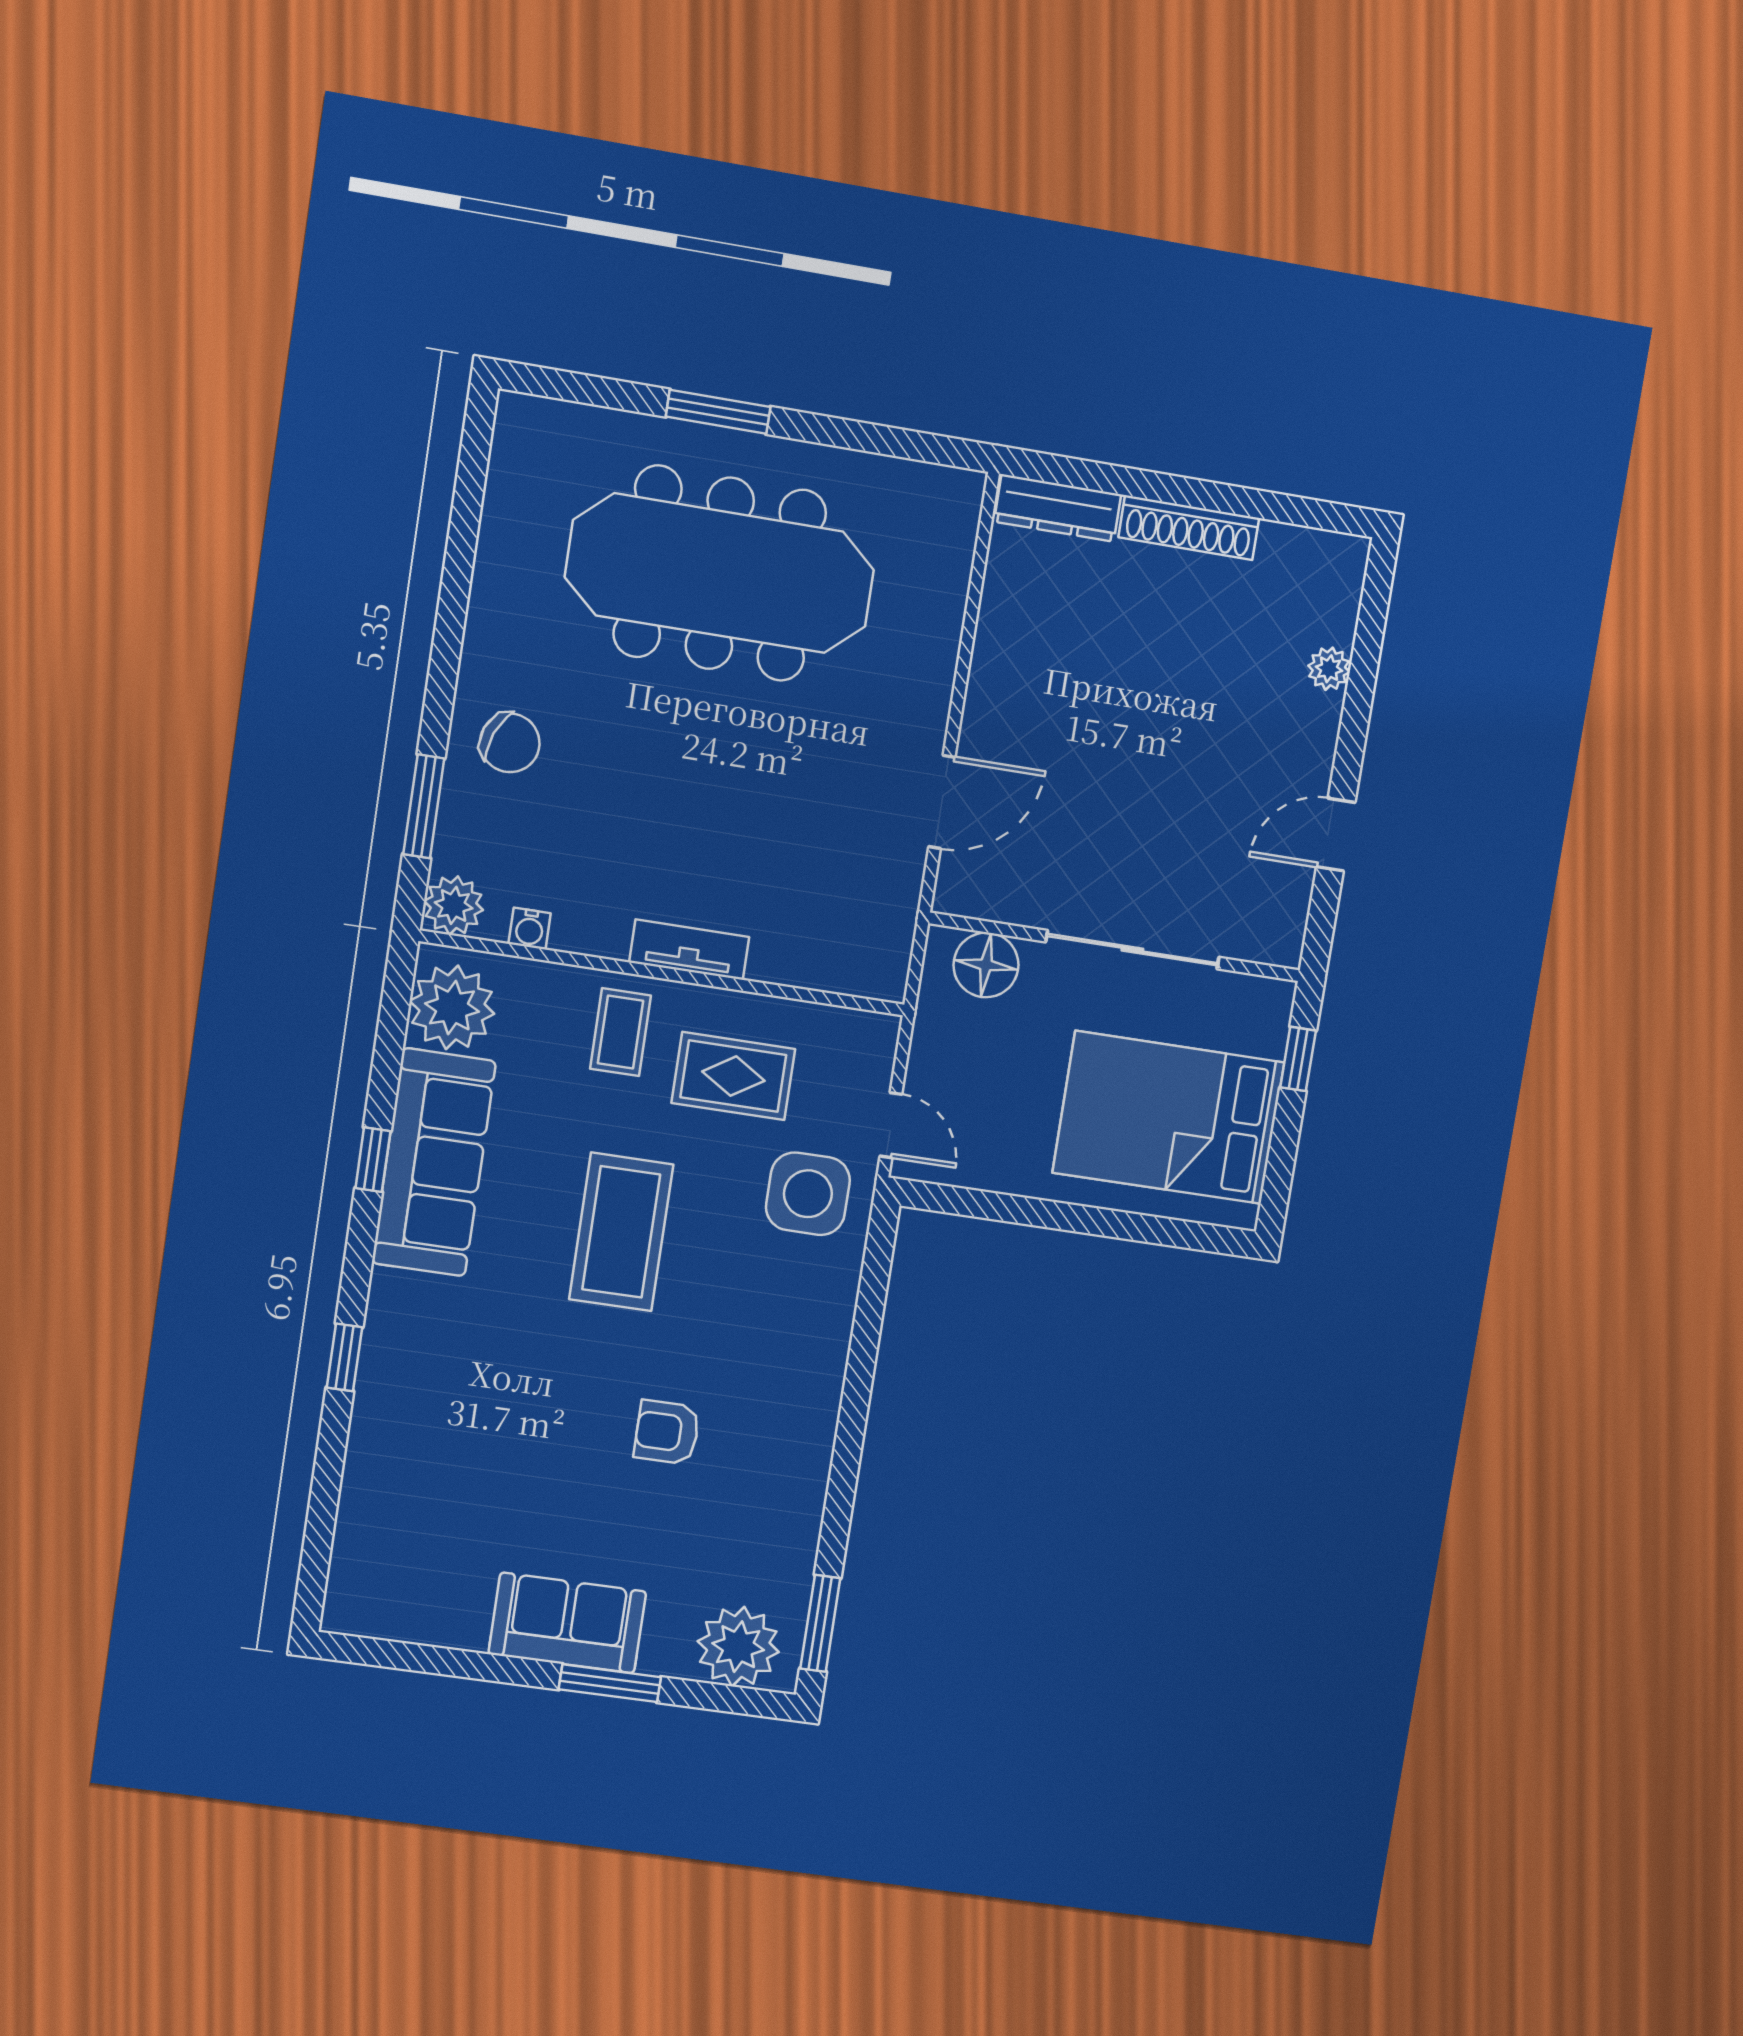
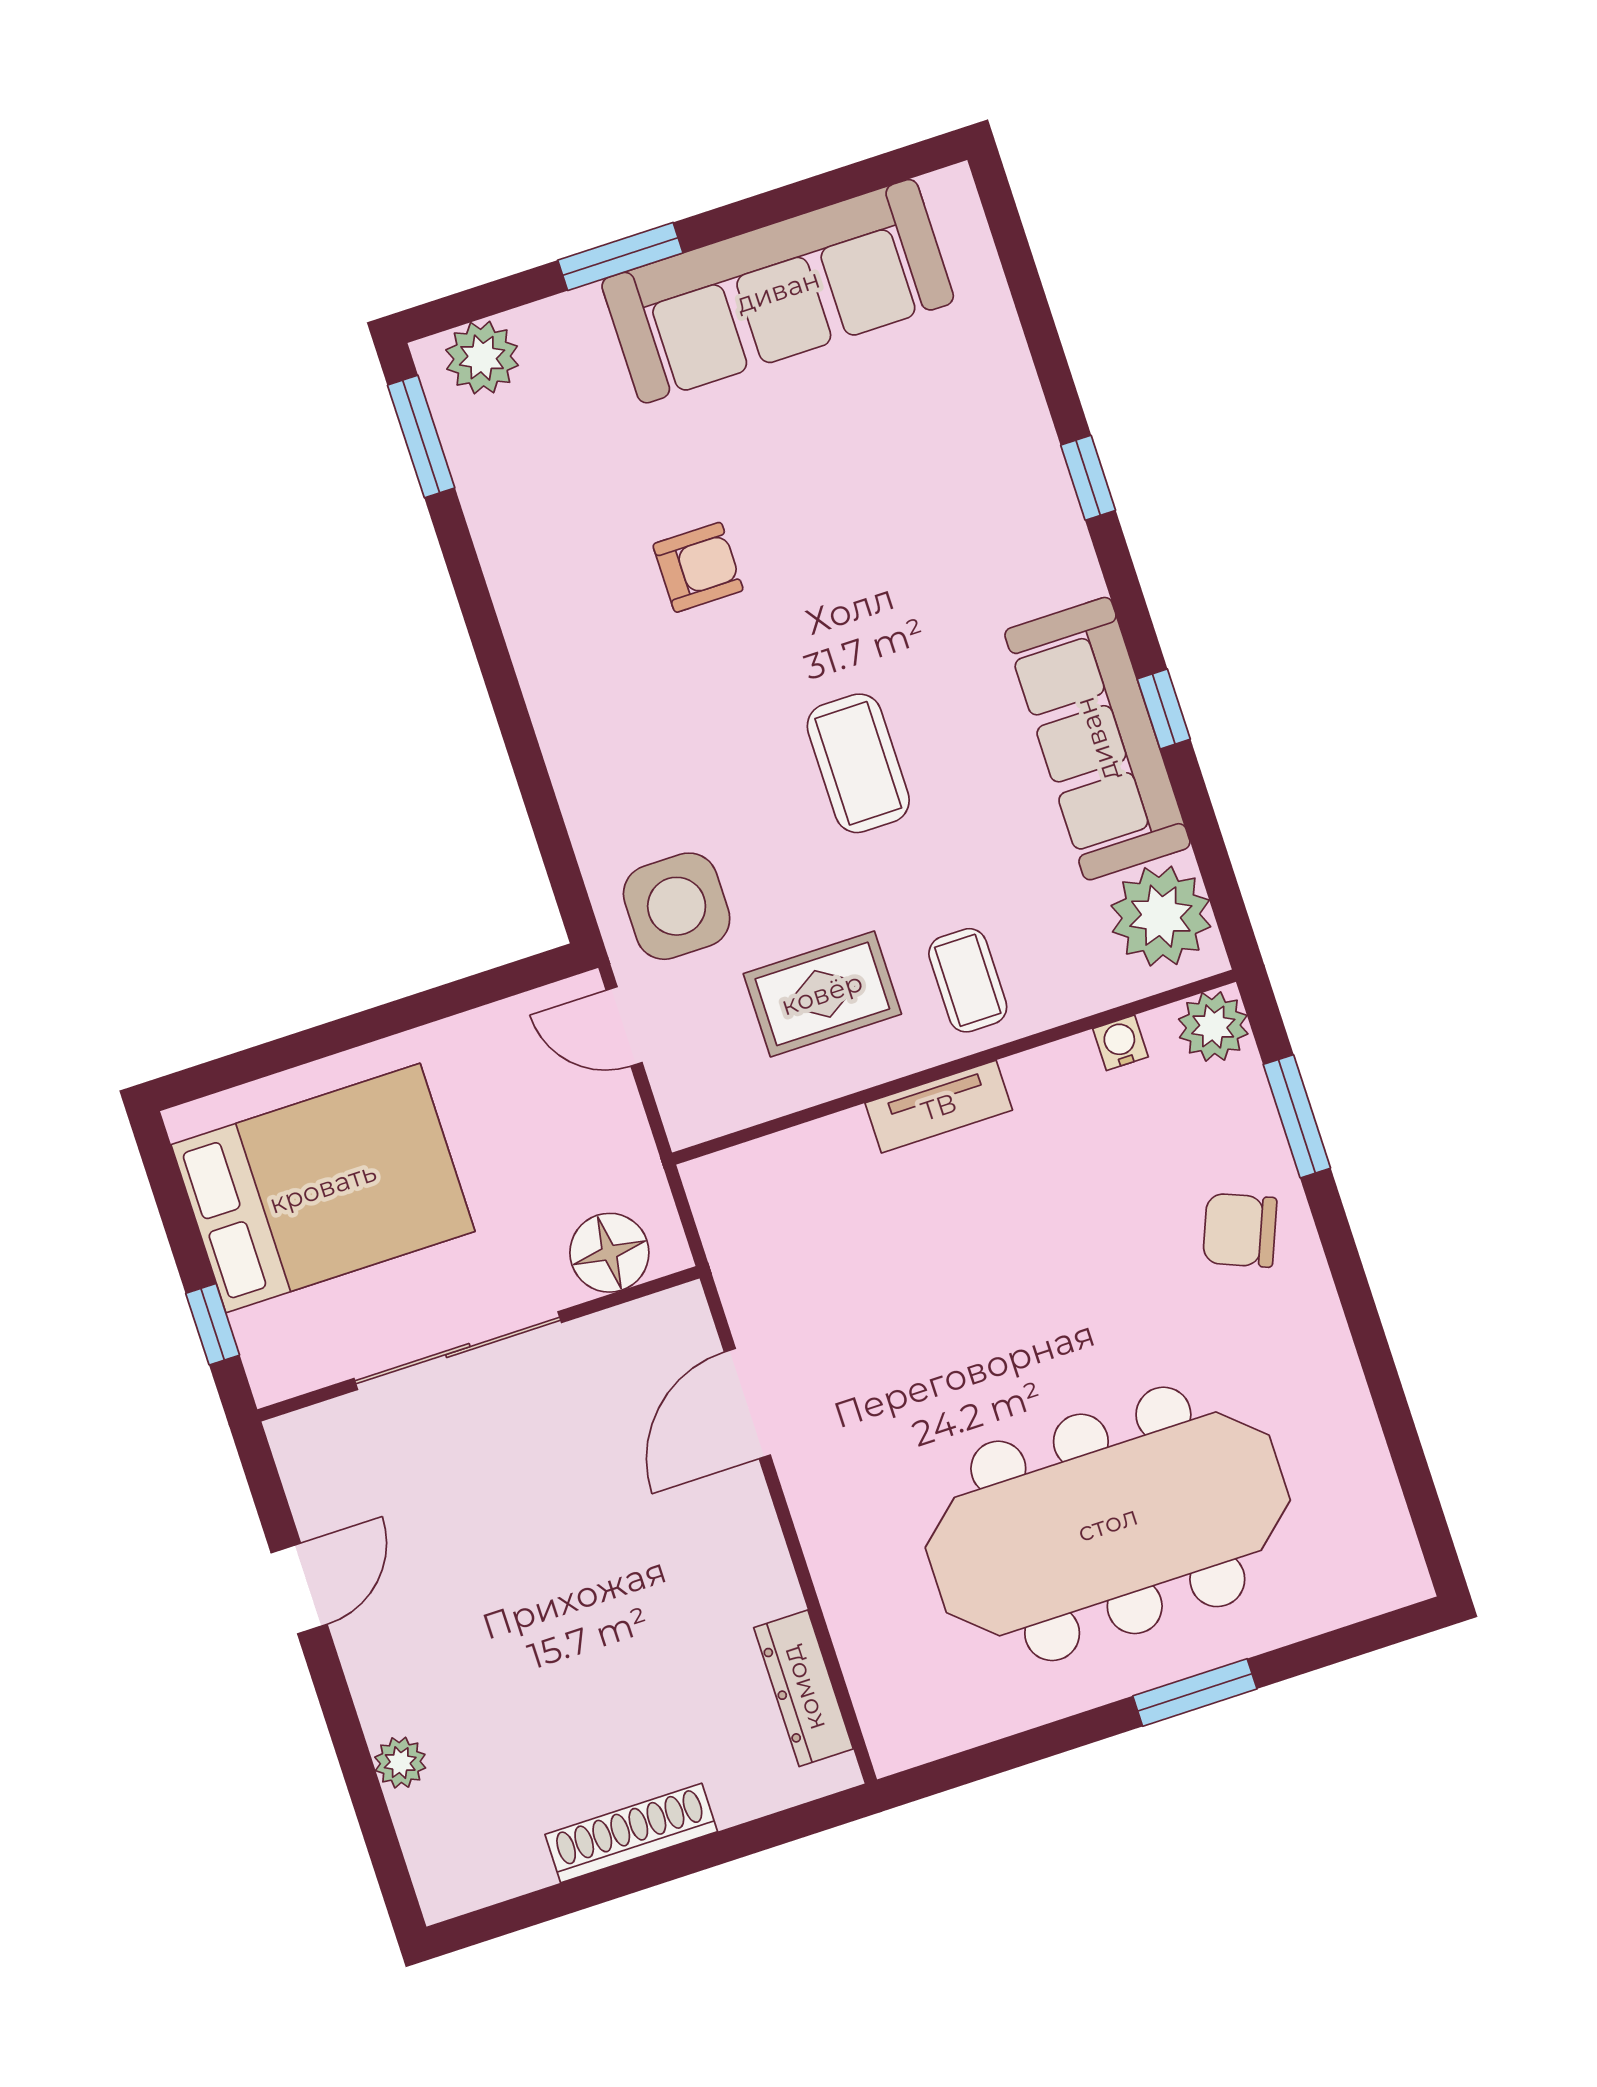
dresser: (1058, 508) -> (803, 1688), moved, turned -90
coffee table: (621, 1232) -> (858, 763), width x0.73, depth x0.76
sofa: (567, 1623) -> (778, 291), width x1.85, depth x1.27
plant: (738, 1647) -> (482, 358), width x0.73, depth x0.73

